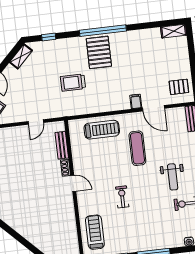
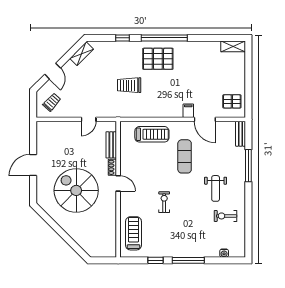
window: (49, 37) -> (123, 38), moved
pallet: (99, 52) -> (158, 59), turned 90
spiral stairs: (32, 196) -> (76, 190), added

